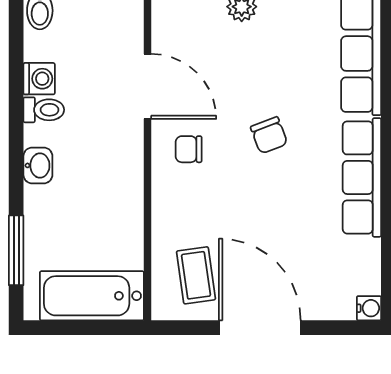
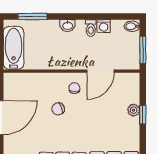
chair: (269, 135) -> (58, 109), moved
coffee table: (196, 275) -> (22, 91), removed

